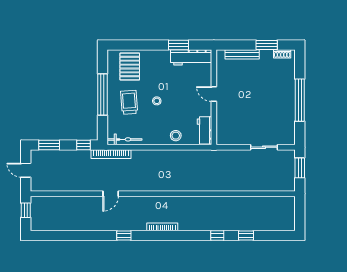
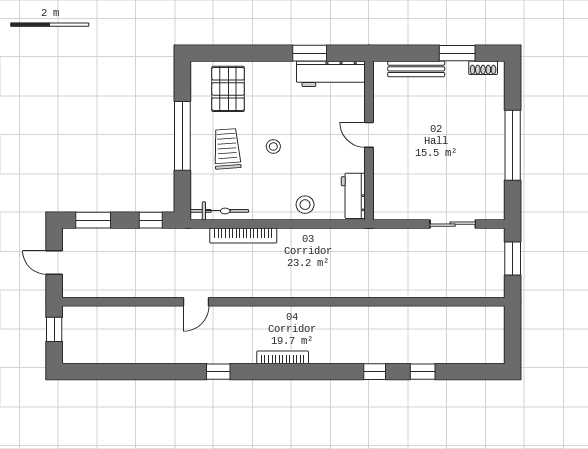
bookcase: (111, 154) -> (243, 236), moved

